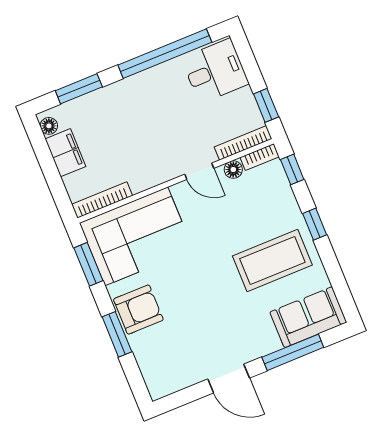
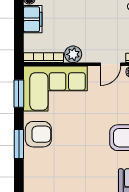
door: (199, 171) -> (111, 64), hinge flipped
plant: (141, 179) -> (73, 54), added

